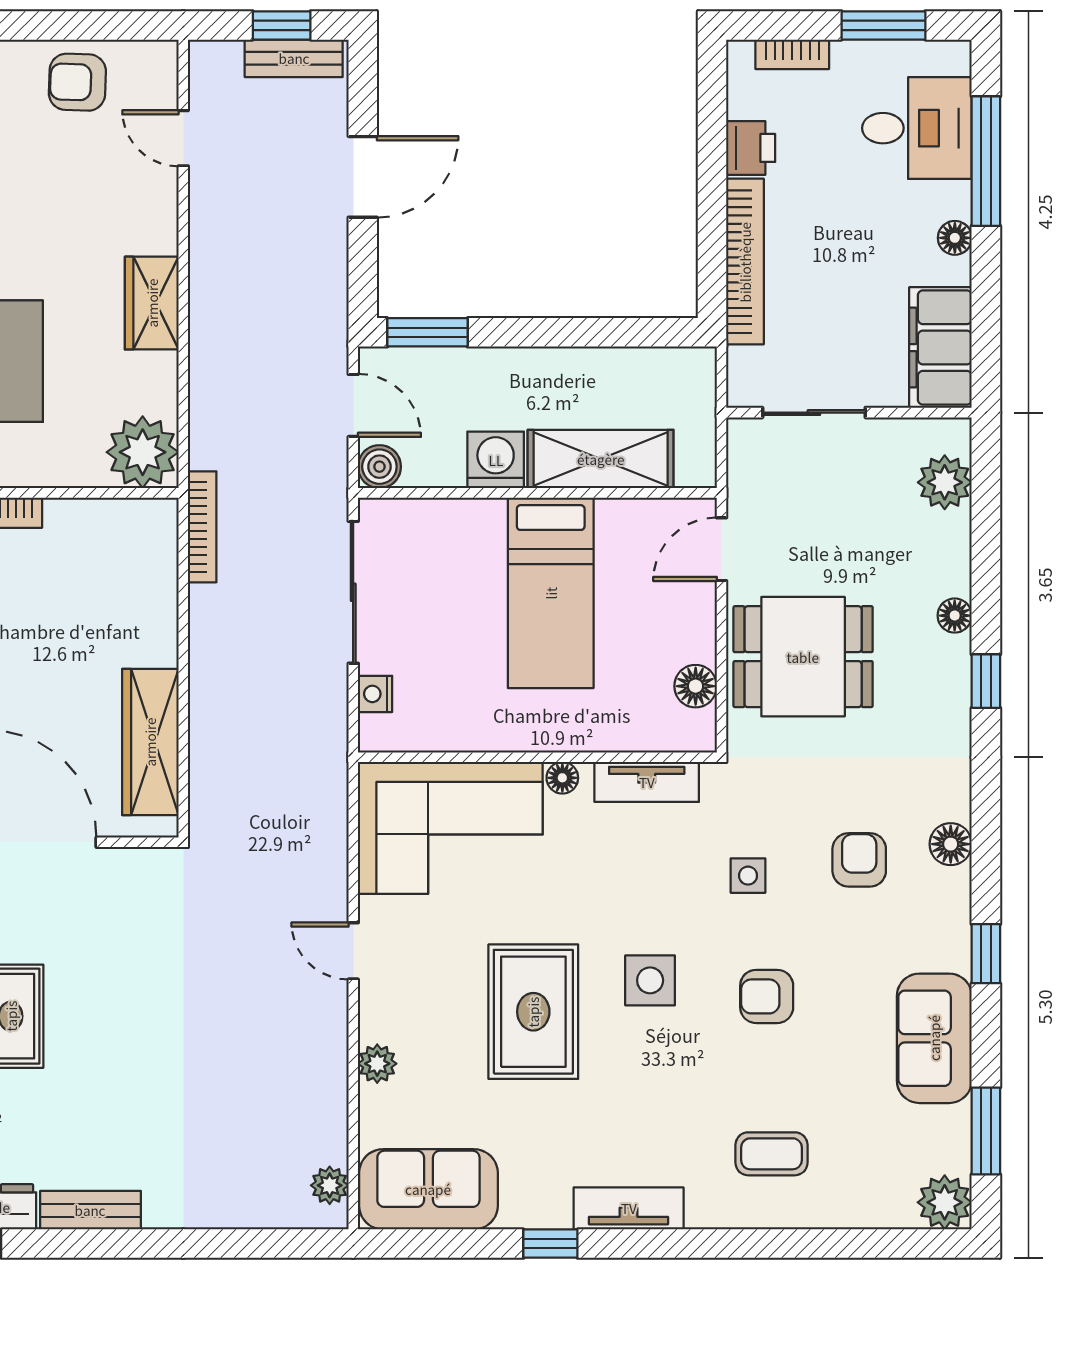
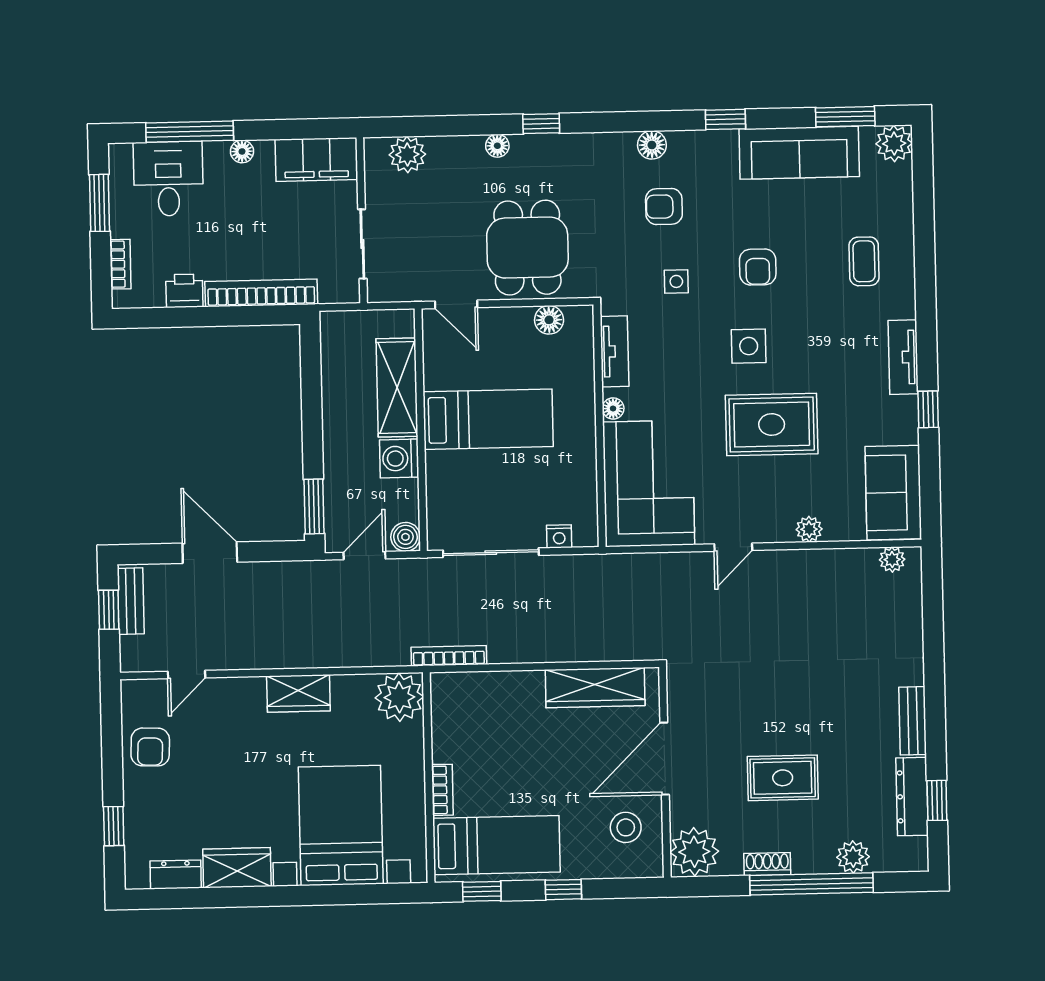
sofa: (934, 1038) -> (799, 153), width x1.36

